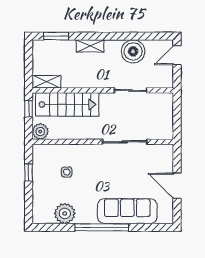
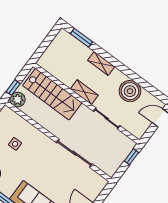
shelving: (46, 82) -> (84, 92), moved
window: (177, 108) -> (132, 157), added
window: (29, 109) -> (13, 88), moved

